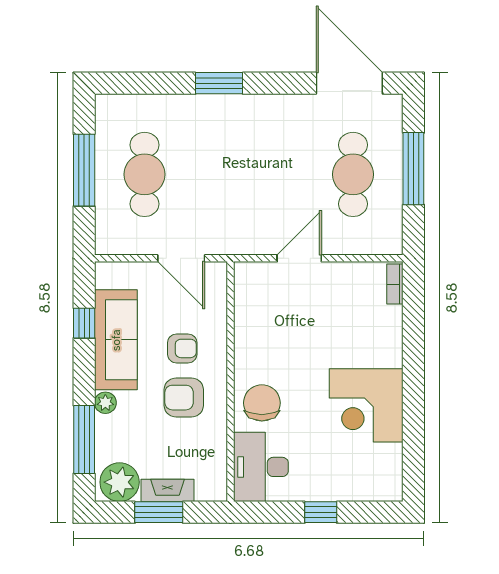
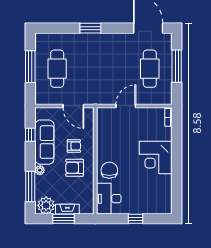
corner desk: (366, 405) -> (156, 158), moved

